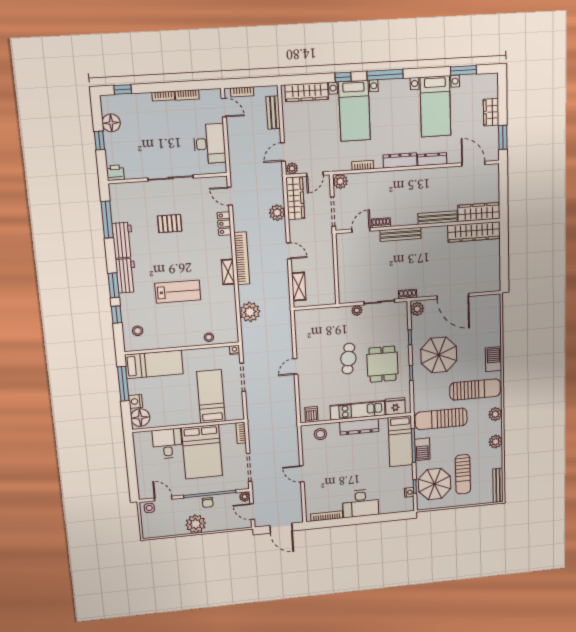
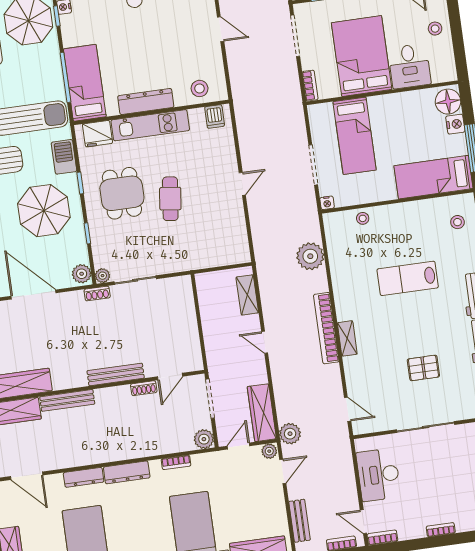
bookcase: (187, 95) -> (382, 538), moved
plant: (277, 213) -> (290, 434), moved
locker: (224, 224) -> (353, 373), removed
shelving: (228, 272) -> (347, 338), moved
plant: (357, 310) -> (103, 276), moved
barbecue: (422, 449) -> (64, 157), moved
stool: (147, 469) -> (435, 29), added

